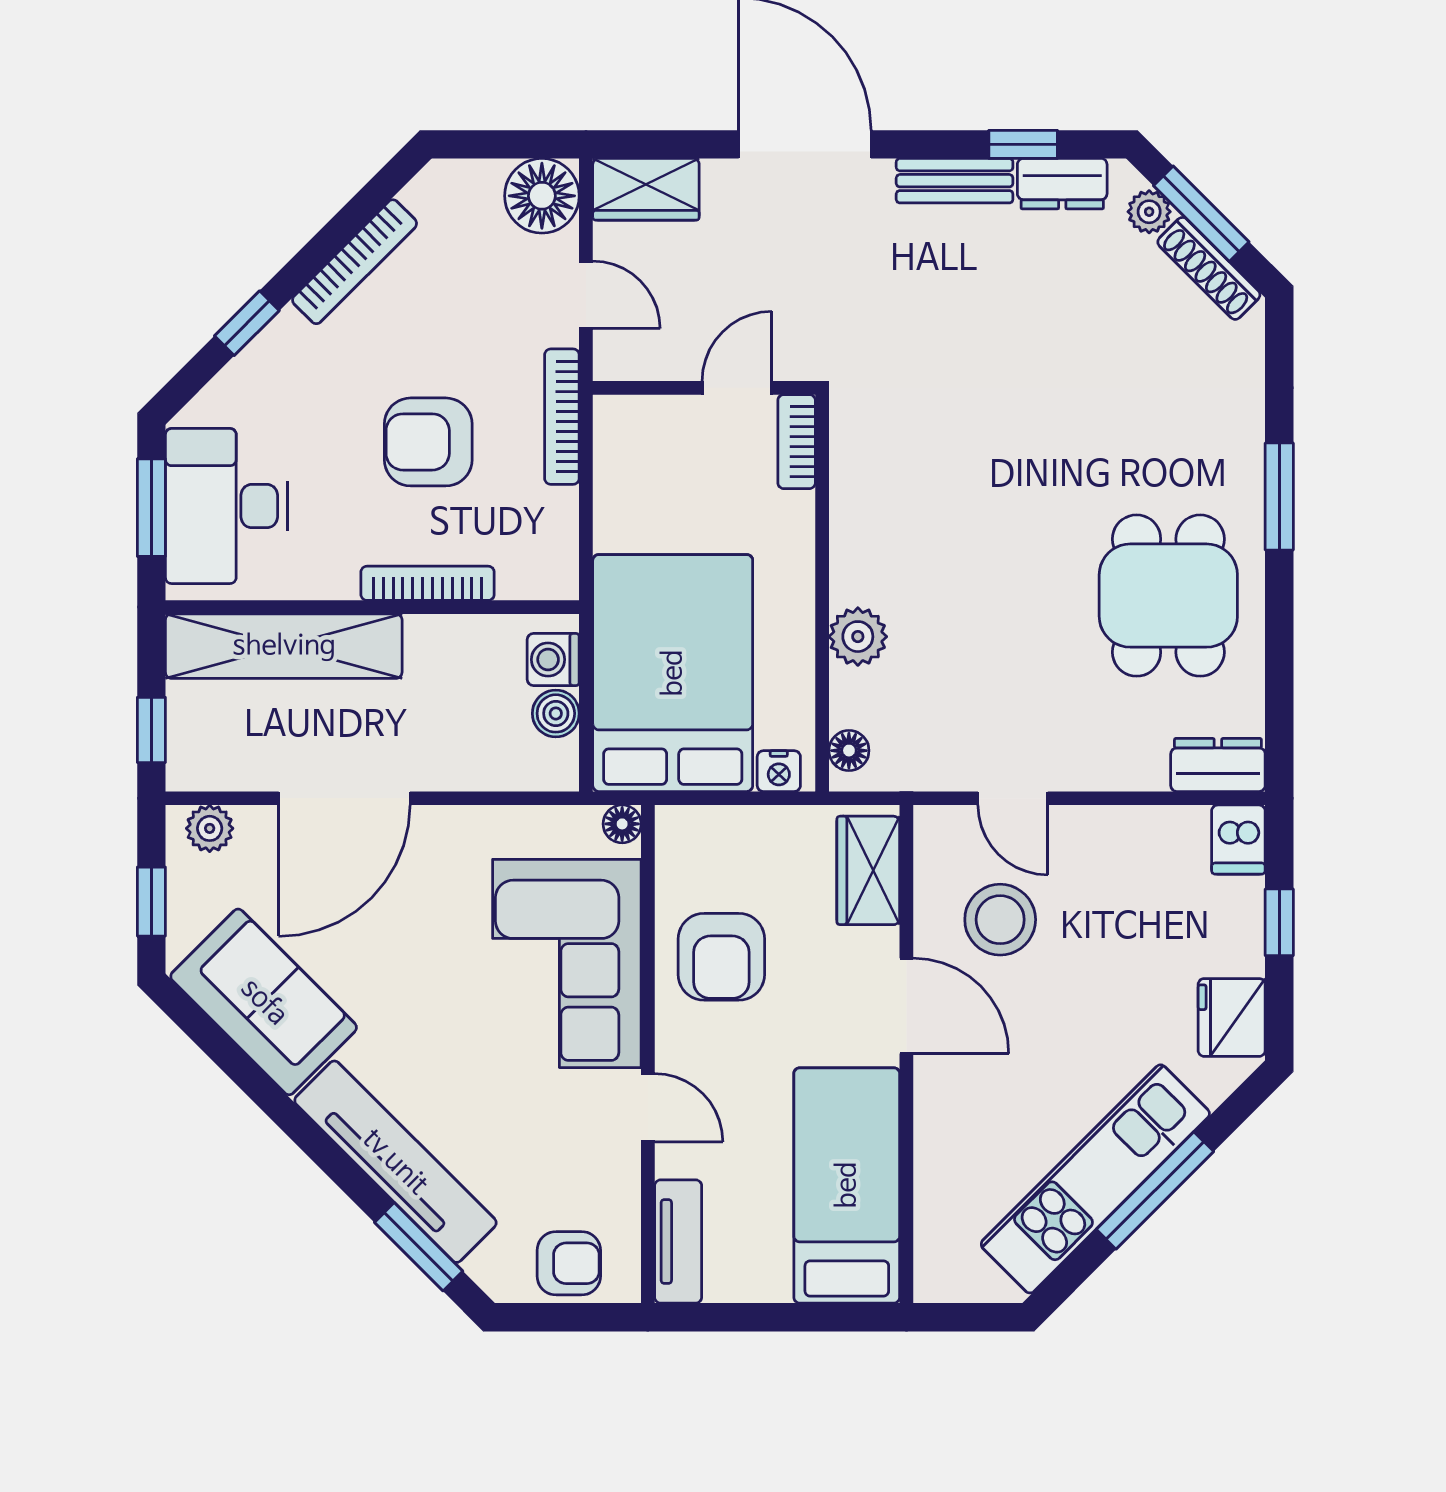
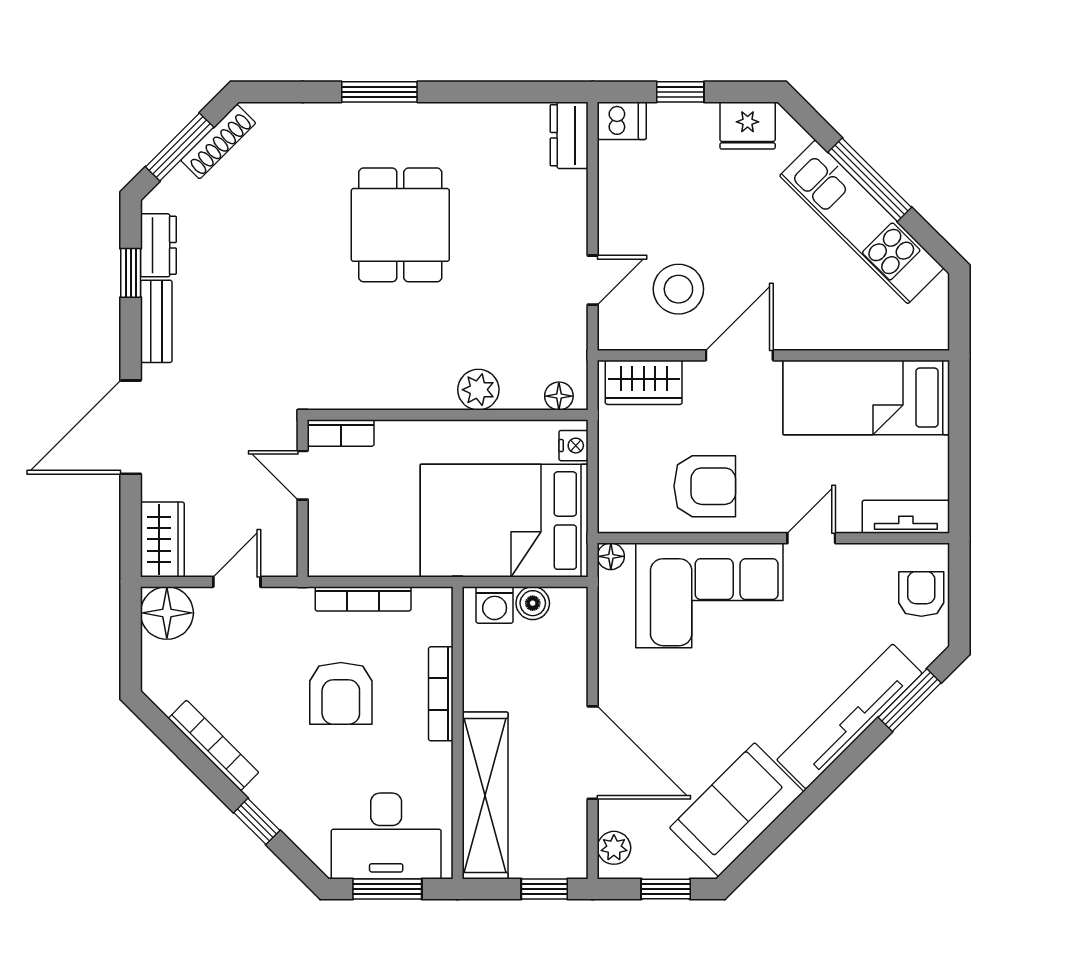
plant: (1149, 212) -> (178, 184), removed
bookcase: (562, 417) -> (363, 599), moved
dining table: (1168, 596) -> (400, 225), moved, turned 90

